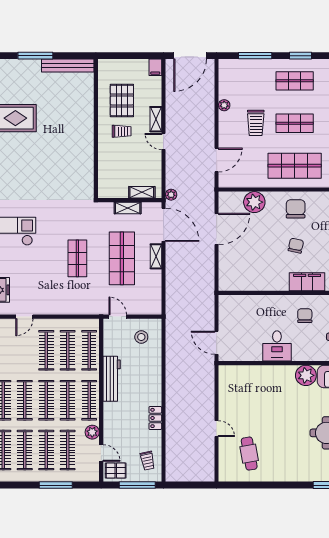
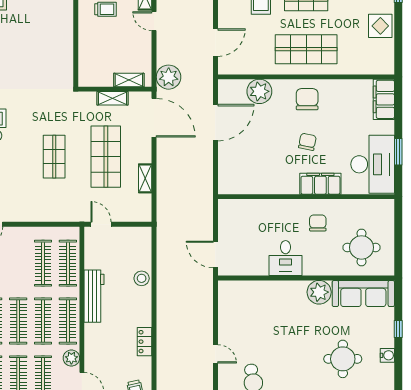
plant: (171, 195) -> (169, 77), width x1.87, depth x1.87
shelving: (156, 256) -> (145, 178), moved
stool: (141, 337) -> (142, 278), moved
clothes rail: (46, 350) -> (18, 263), removed

